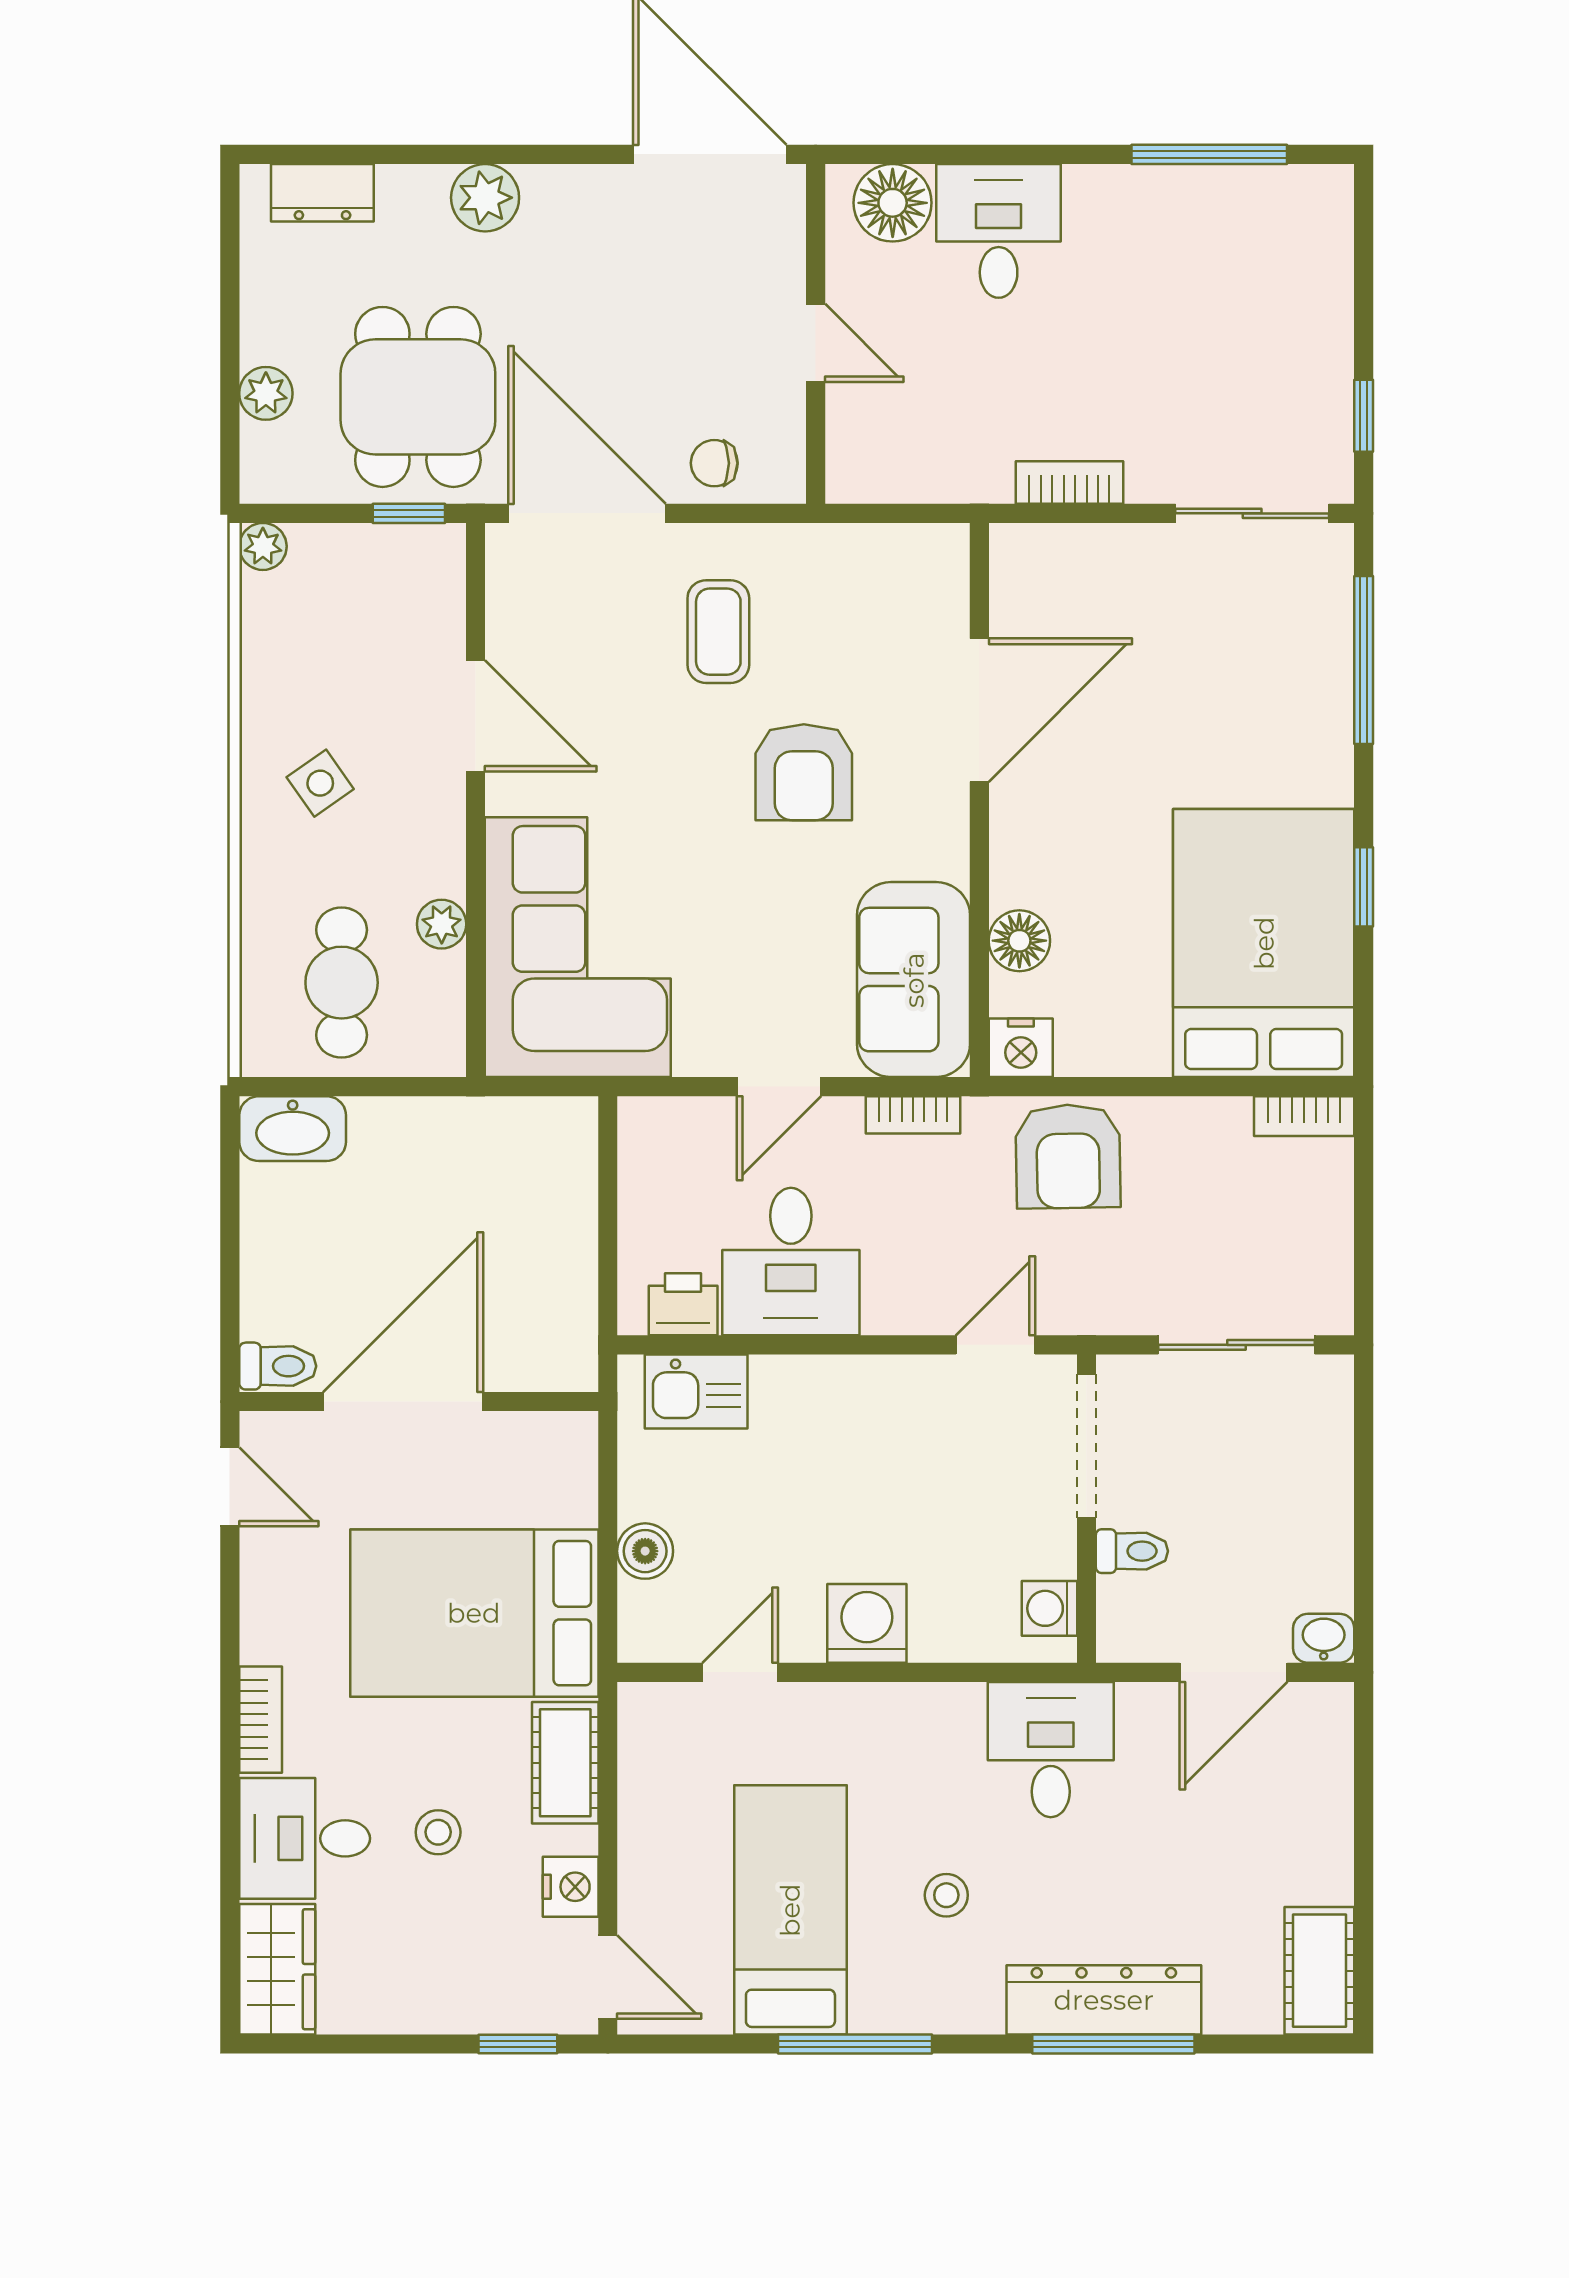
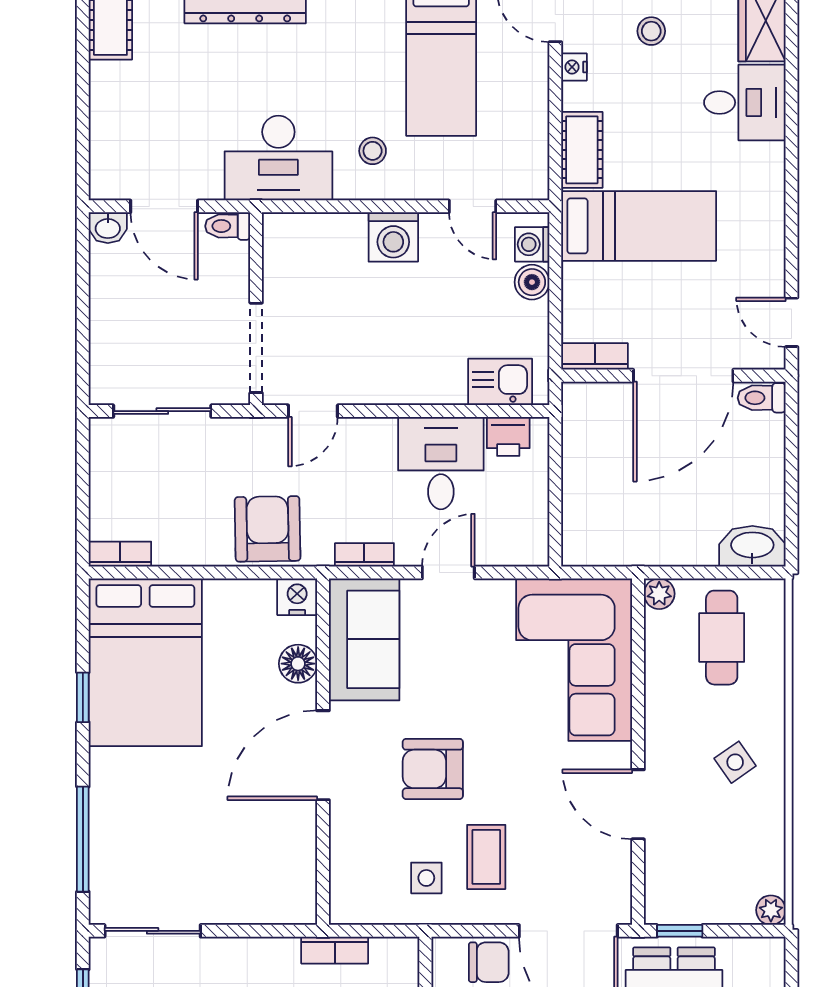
chair: (714, 463) -> (489, 962), width x1.37, depth x1.37
bookcase: (1069, 483) -> (335, 950), moved
side table: (814, 598) -> (426, 878), added
door: (979, 710) -> (323, 755), moved
armchair: (804, 772) -> (433, 769), turned -90
plant: (442, 924) -> (659, 594), moved
toilet: (1132, 1551) -> (228, 226), moved
washing machine: (1050, 1608) -> (532, 244), moved, turned 180
bed: (474, 1613) -> (639, 226), width x0.67
door: (740, 1672) -> (473, 206), hinge flipped
door: (1233, 1672) -> (164, 206), swing flipped
bookcase: (261, 1720) -> (595, 356), moved, turned 90
desk: (1051, 1750) -> (278, 158), width x1.37
stool: (438, 1832) -> (651, 31), moved
nightstand: (571, 1887) -> (574, 67), width x0.72, depth x0.74
stool: (946, 1895) -> (373, 151), moved

